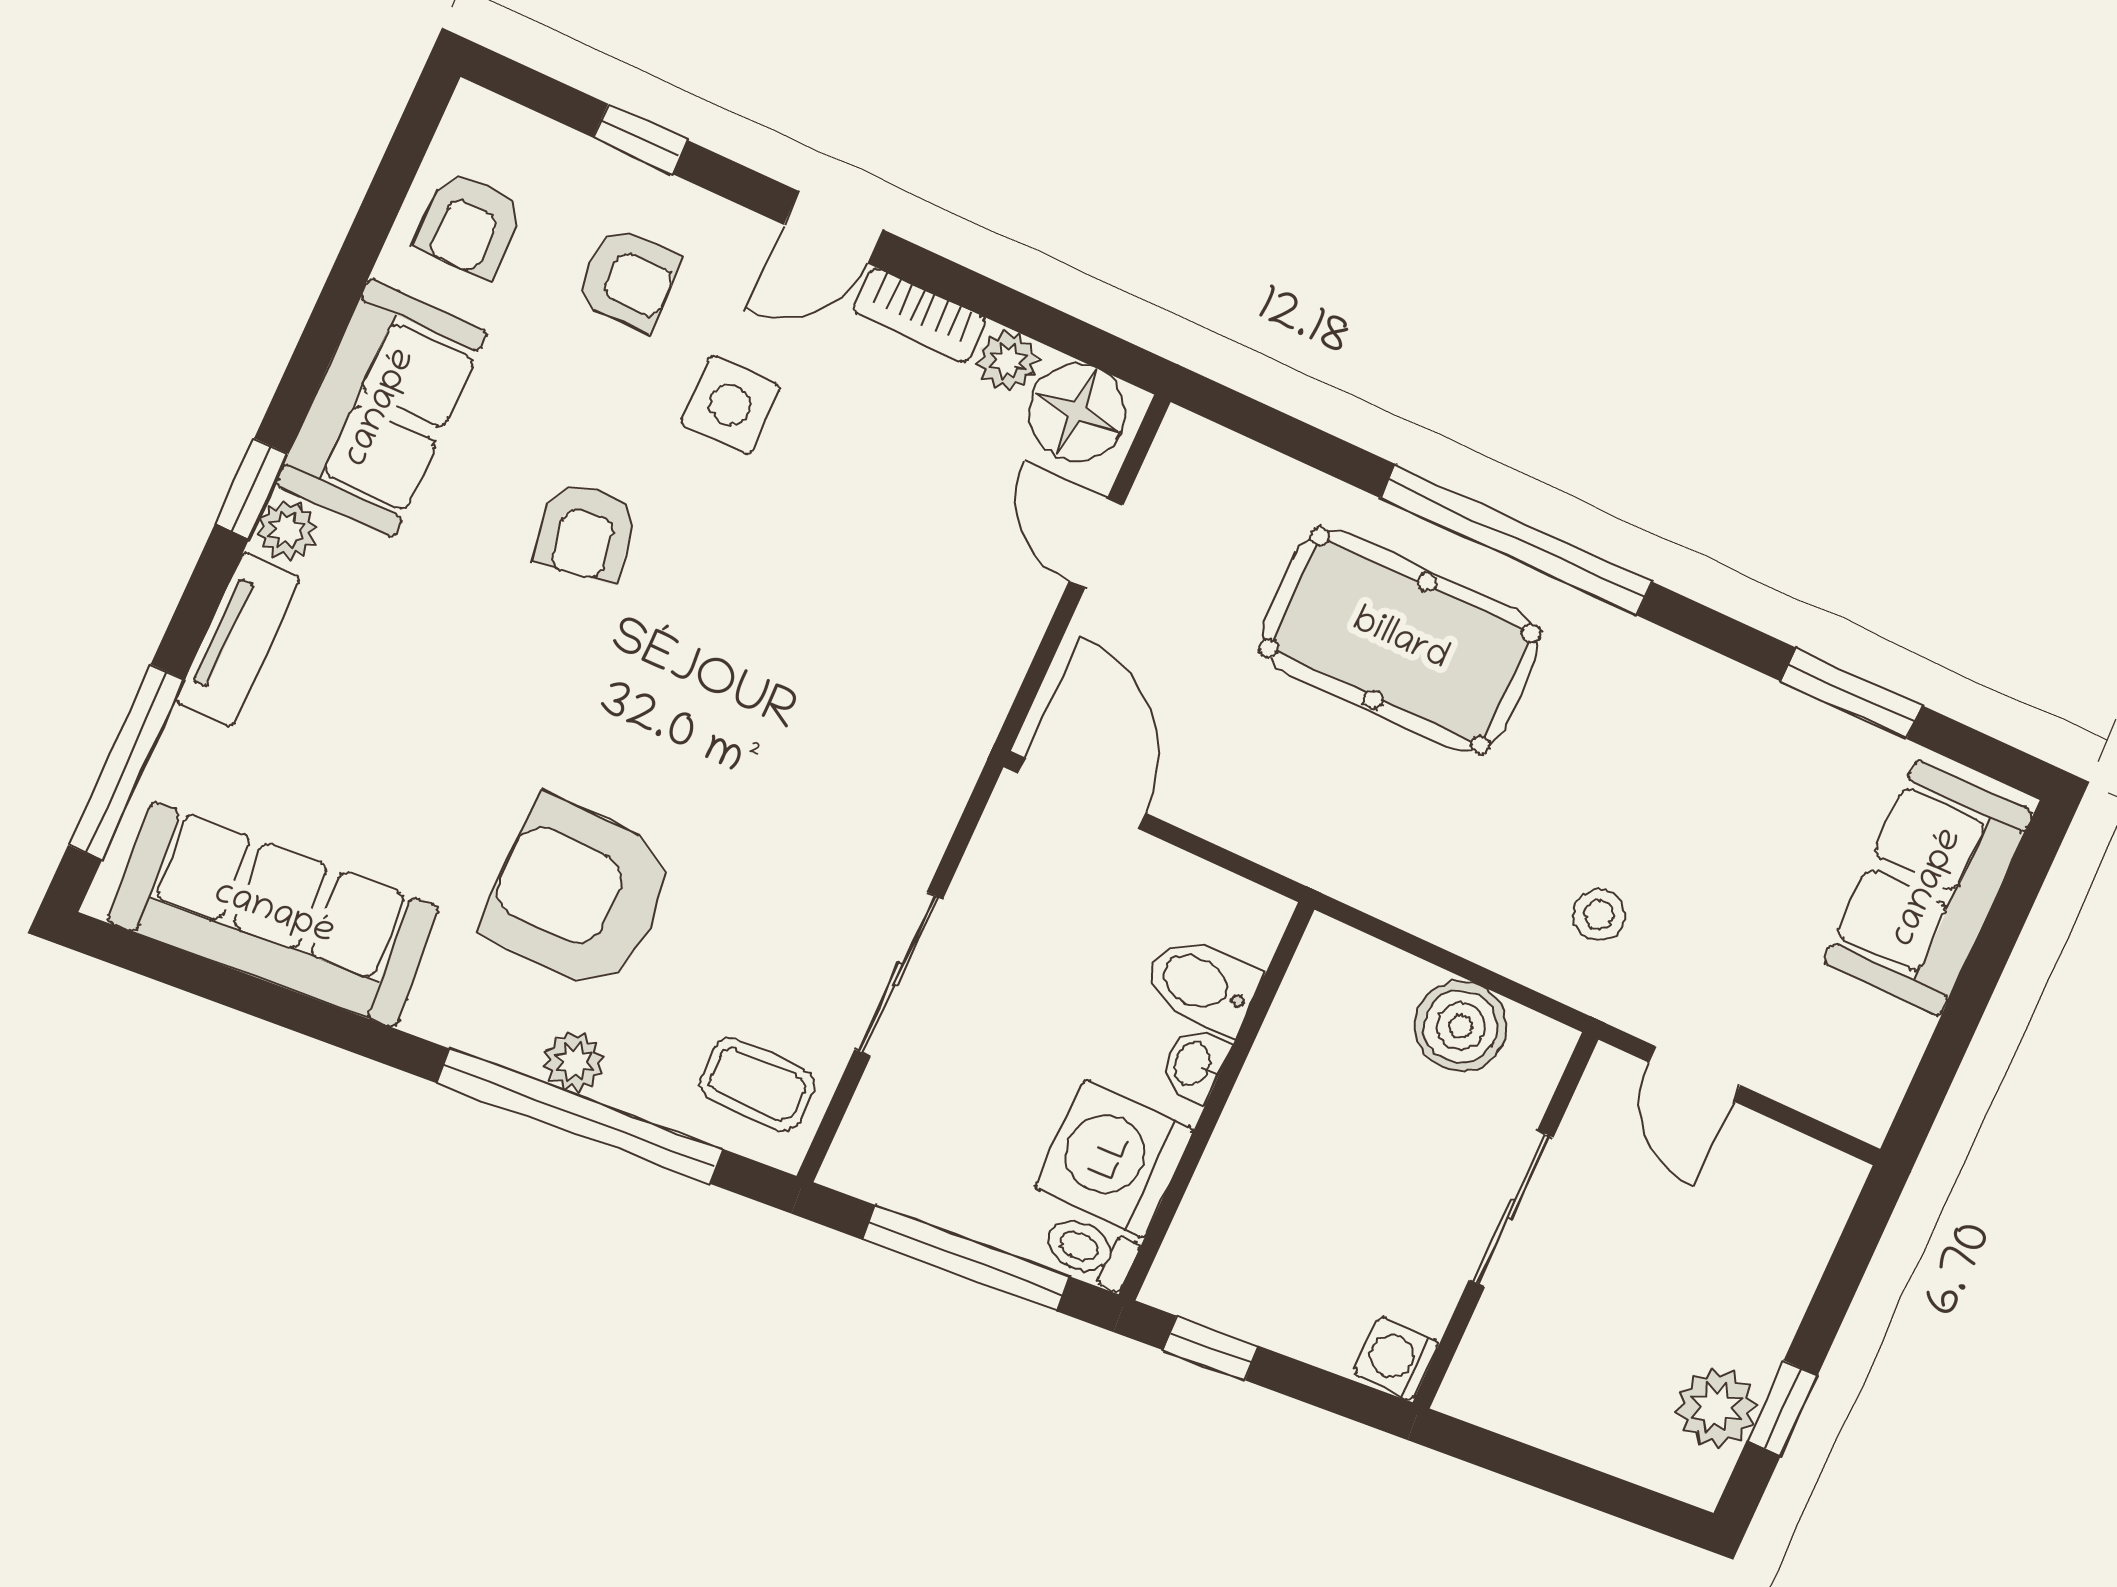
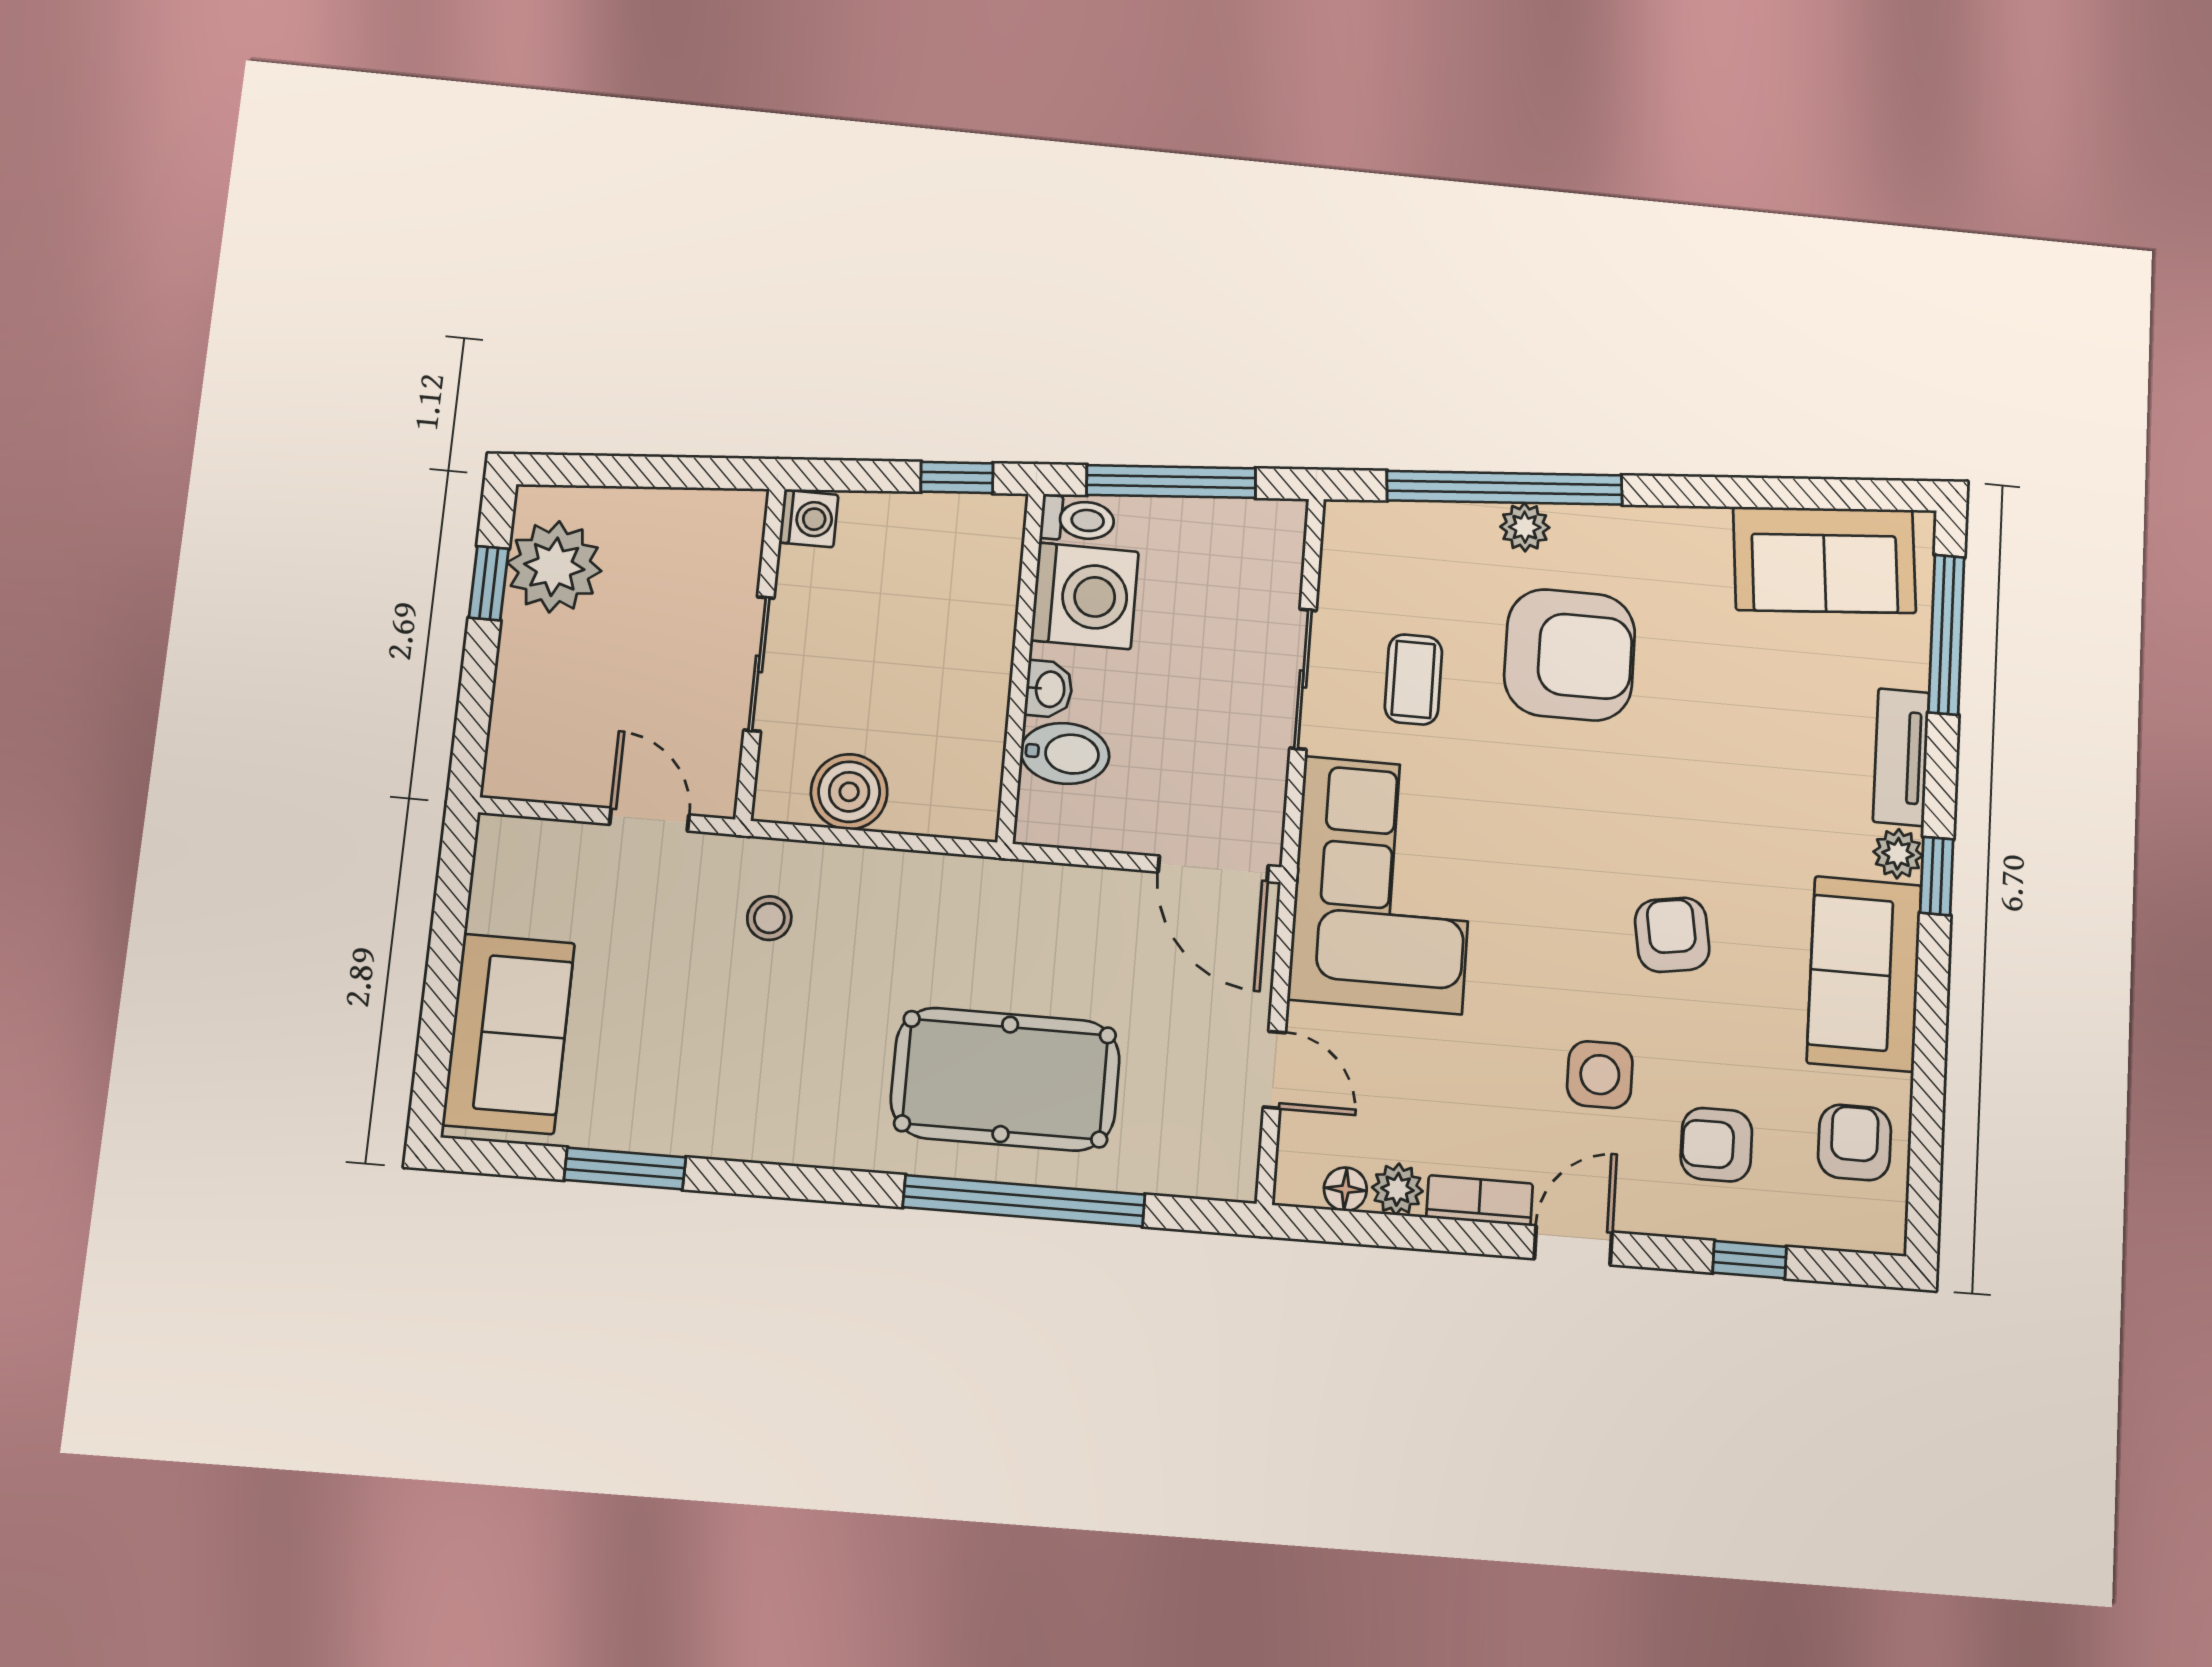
floor lamp: (1077, 412) -> (1345, 1189), width x0.53, depth x0.53
window: (1516, 540) -> (1024, 1201), moved
corner sofa: (895, 707) -> (1383, 885), added
sofa: (274, 914) -> (1825, 560), width x0.73
coffee table: (758, 1084) -> (1413, 679), moved, turned 90
plant: (1716, 1408) -> (554, 567), width x1.36, depth x1.36

